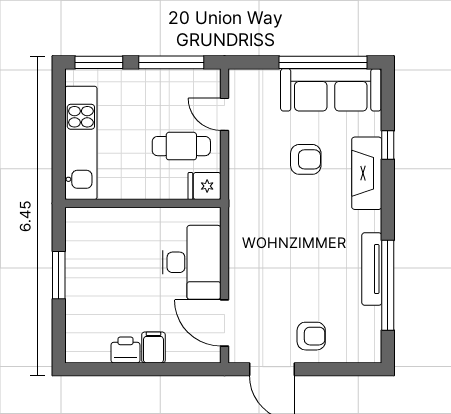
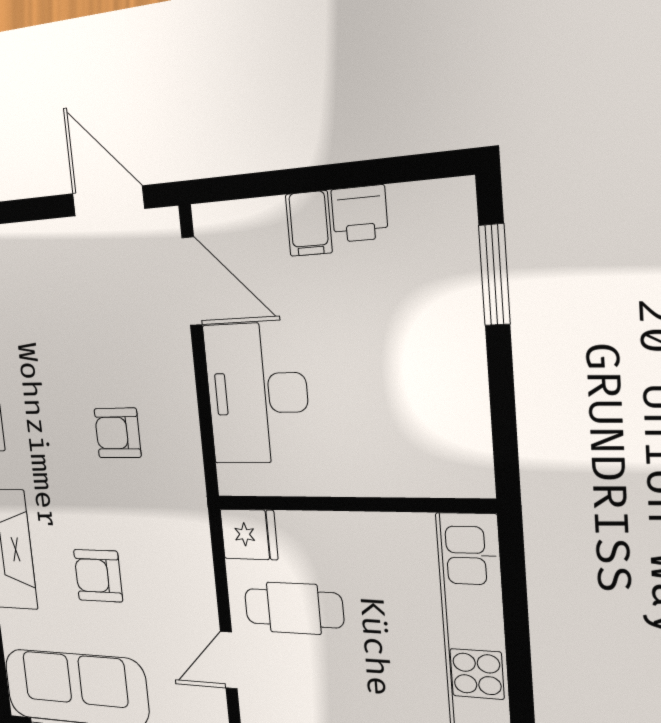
door: (224, 114) -> (229, 660), swing flipped
window: (59, 275) -> (494, 275), moved
armchair: (311, 336) -> (118, 433), moved

